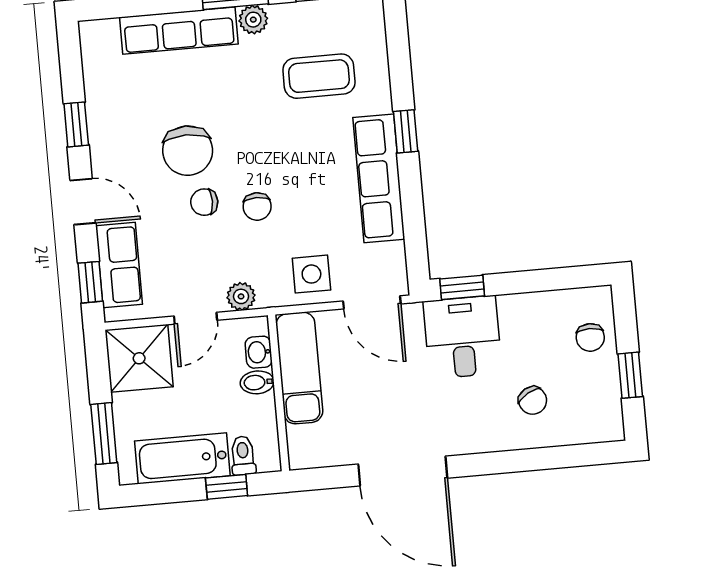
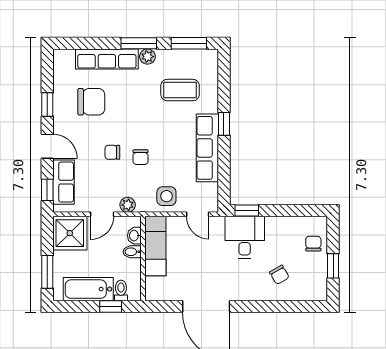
chair: (188, 151) -> (91, 102), moved, turned -90
door: (372, 302) -> (198, 214), width x0.73
chair: (590, 337) -> (313, 244), turned 180

